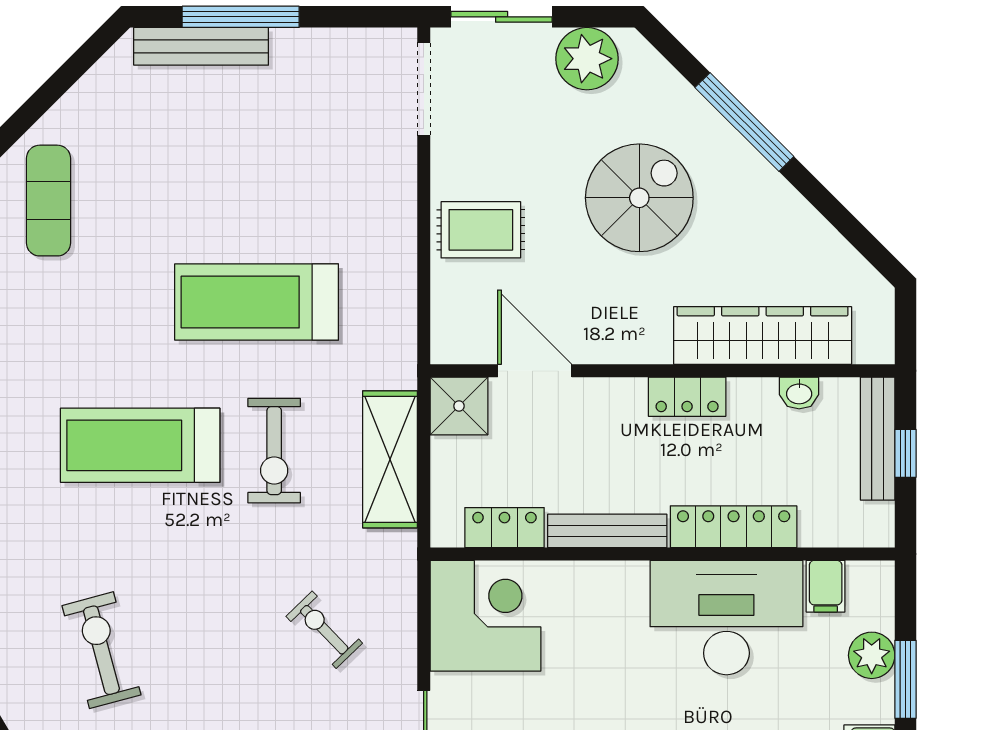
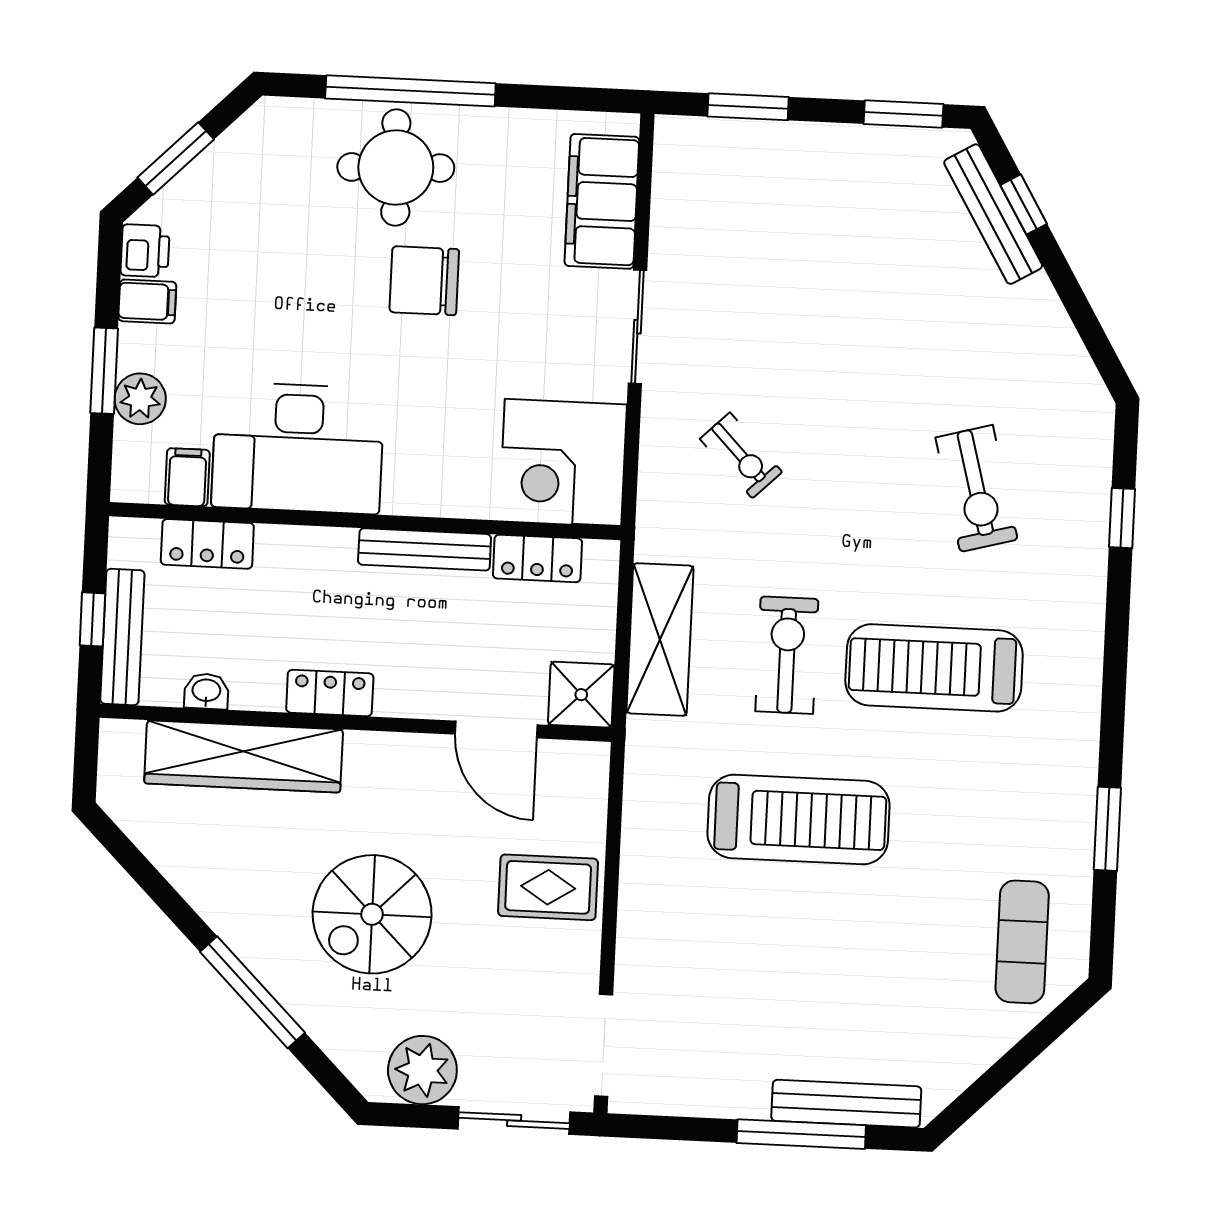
treadmill: (140, 445) -> (934, 668), turned 180
locker: (734, 527) -> (207, 544), moved, width x0.66
exercise bike: (101, 650) -> (977, 488), moved

